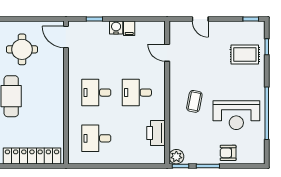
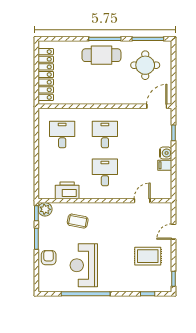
rug: (245, 54) -> (148, 256), moved, turned 90
coffee table: (194, 101) -> (78, 221), moved

